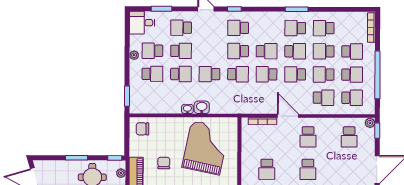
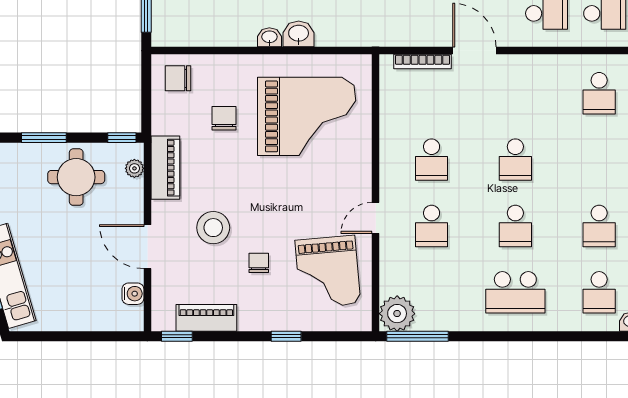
school desk: (308, 137) -> (515, 93), removed
grand piano: (206, 148) -> (307, 116), turned 78
chair: (164, 163) -> (224, 118), moved

